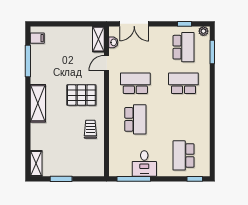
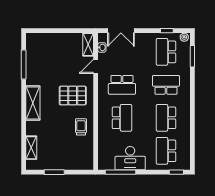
filing cabinet: (37, 38) -> (32, 44), removed
school desk: (183, 47) -> (166, 52), turned 180
school desk: (135, 83) -> (122, 85), turned 180
school desk: (183, 119) -> (166, 118), added
shelving: (36, 163) -> (31, 148), moved
desk: (144, 163) -> (130, 158), width x1.37

